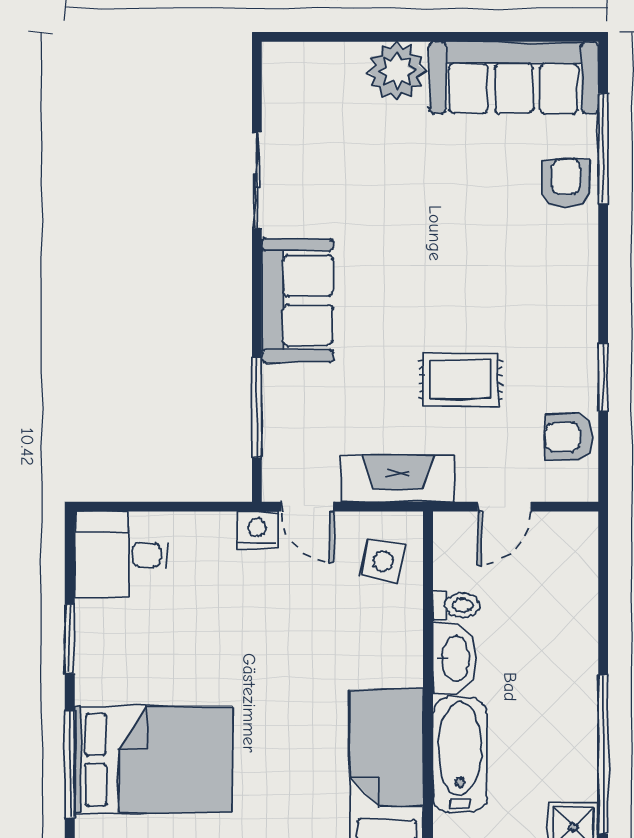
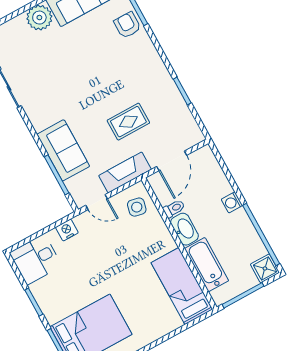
sofa: (297, 300) -> (63, 150), moved
armchair: (569, 437) -> (182, 121), removed
door: (504, 507) -> (172, 161), width x1.38
nightstand: (257, 530) -> (67, 230), moved
washing machine: (580, 657) -> (232, 202), added

